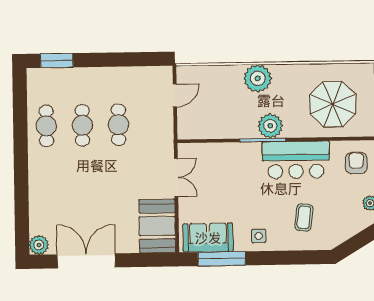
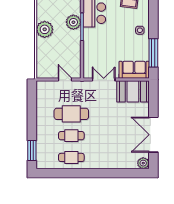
door: (175, 96) -> (65, 80), moved
cafe table: (119, 125) -> (71, 114), width x1.37, depth x1.35
sofa: (208, 238) -> (134, 70), moved, turned 90

